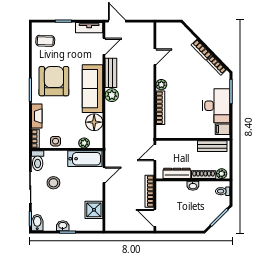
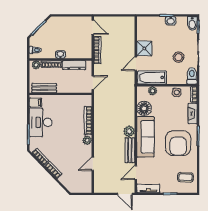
shower: (94, 210) -> (144, 48), moved

